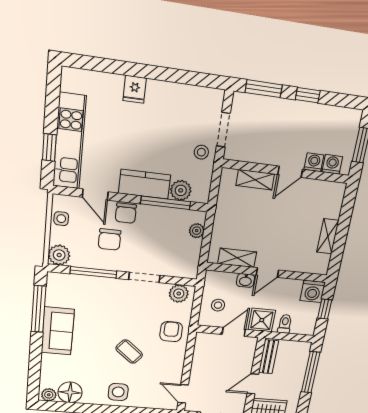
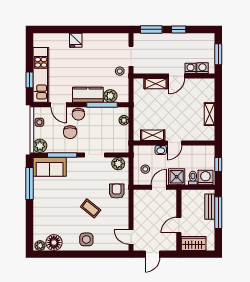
washing machine: (313, 291) -> (205, 177), moved, turned 180
sofa: (58, 331) -> (50, 167), moved, turned 90
bench: (268, 357) -> (210, 207), moved

